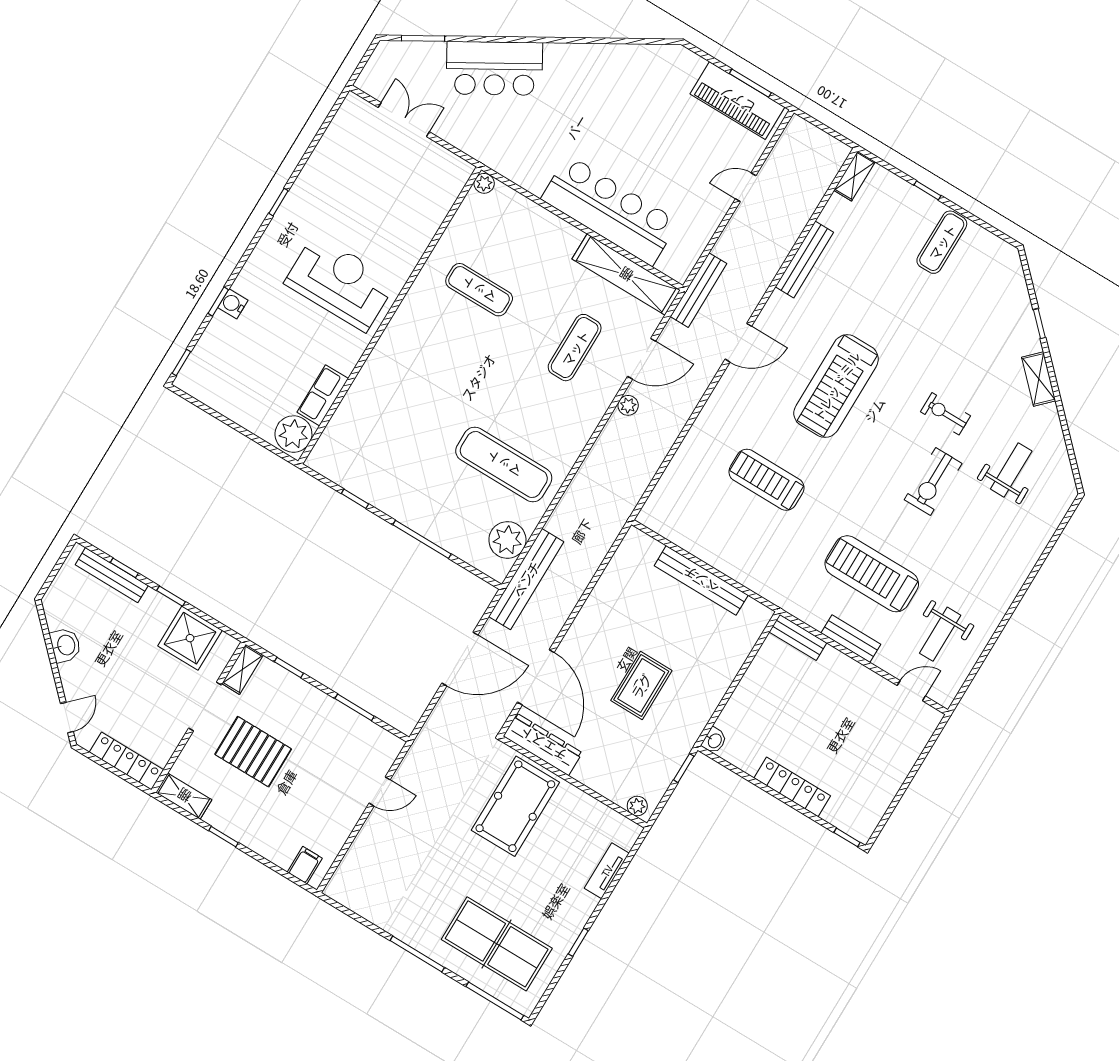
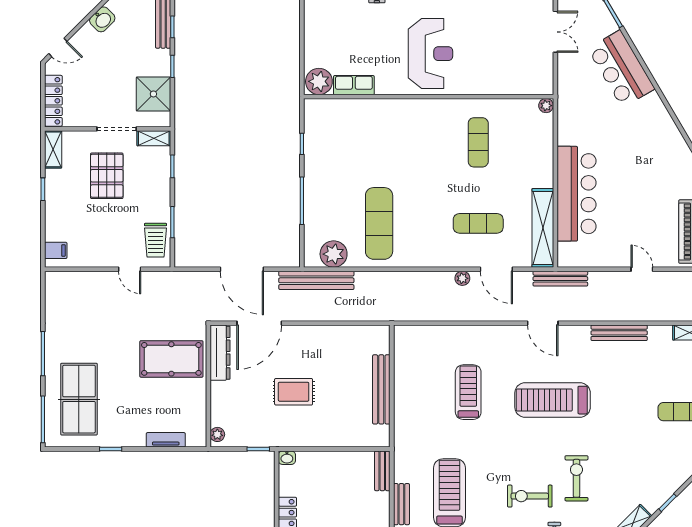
exercise bike: (945, 414) -> (576, 478), width x1.38, depth x1.39
trolley: (364, 740) -> (156, 240), added

